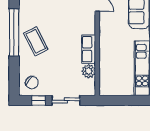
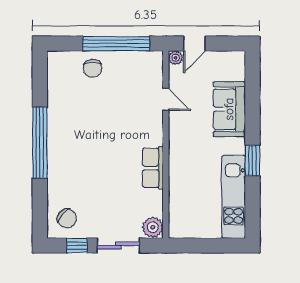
coffee table: (36, 41) -> (73, 156), removed
plant: (89, 71) -> (153, 227), moved

